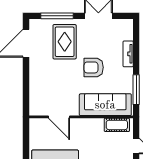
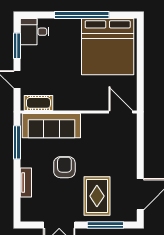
armchair: (94, 67) -> (64, 167), turned -90
door: (59, 117) -> (121, 112), moved

